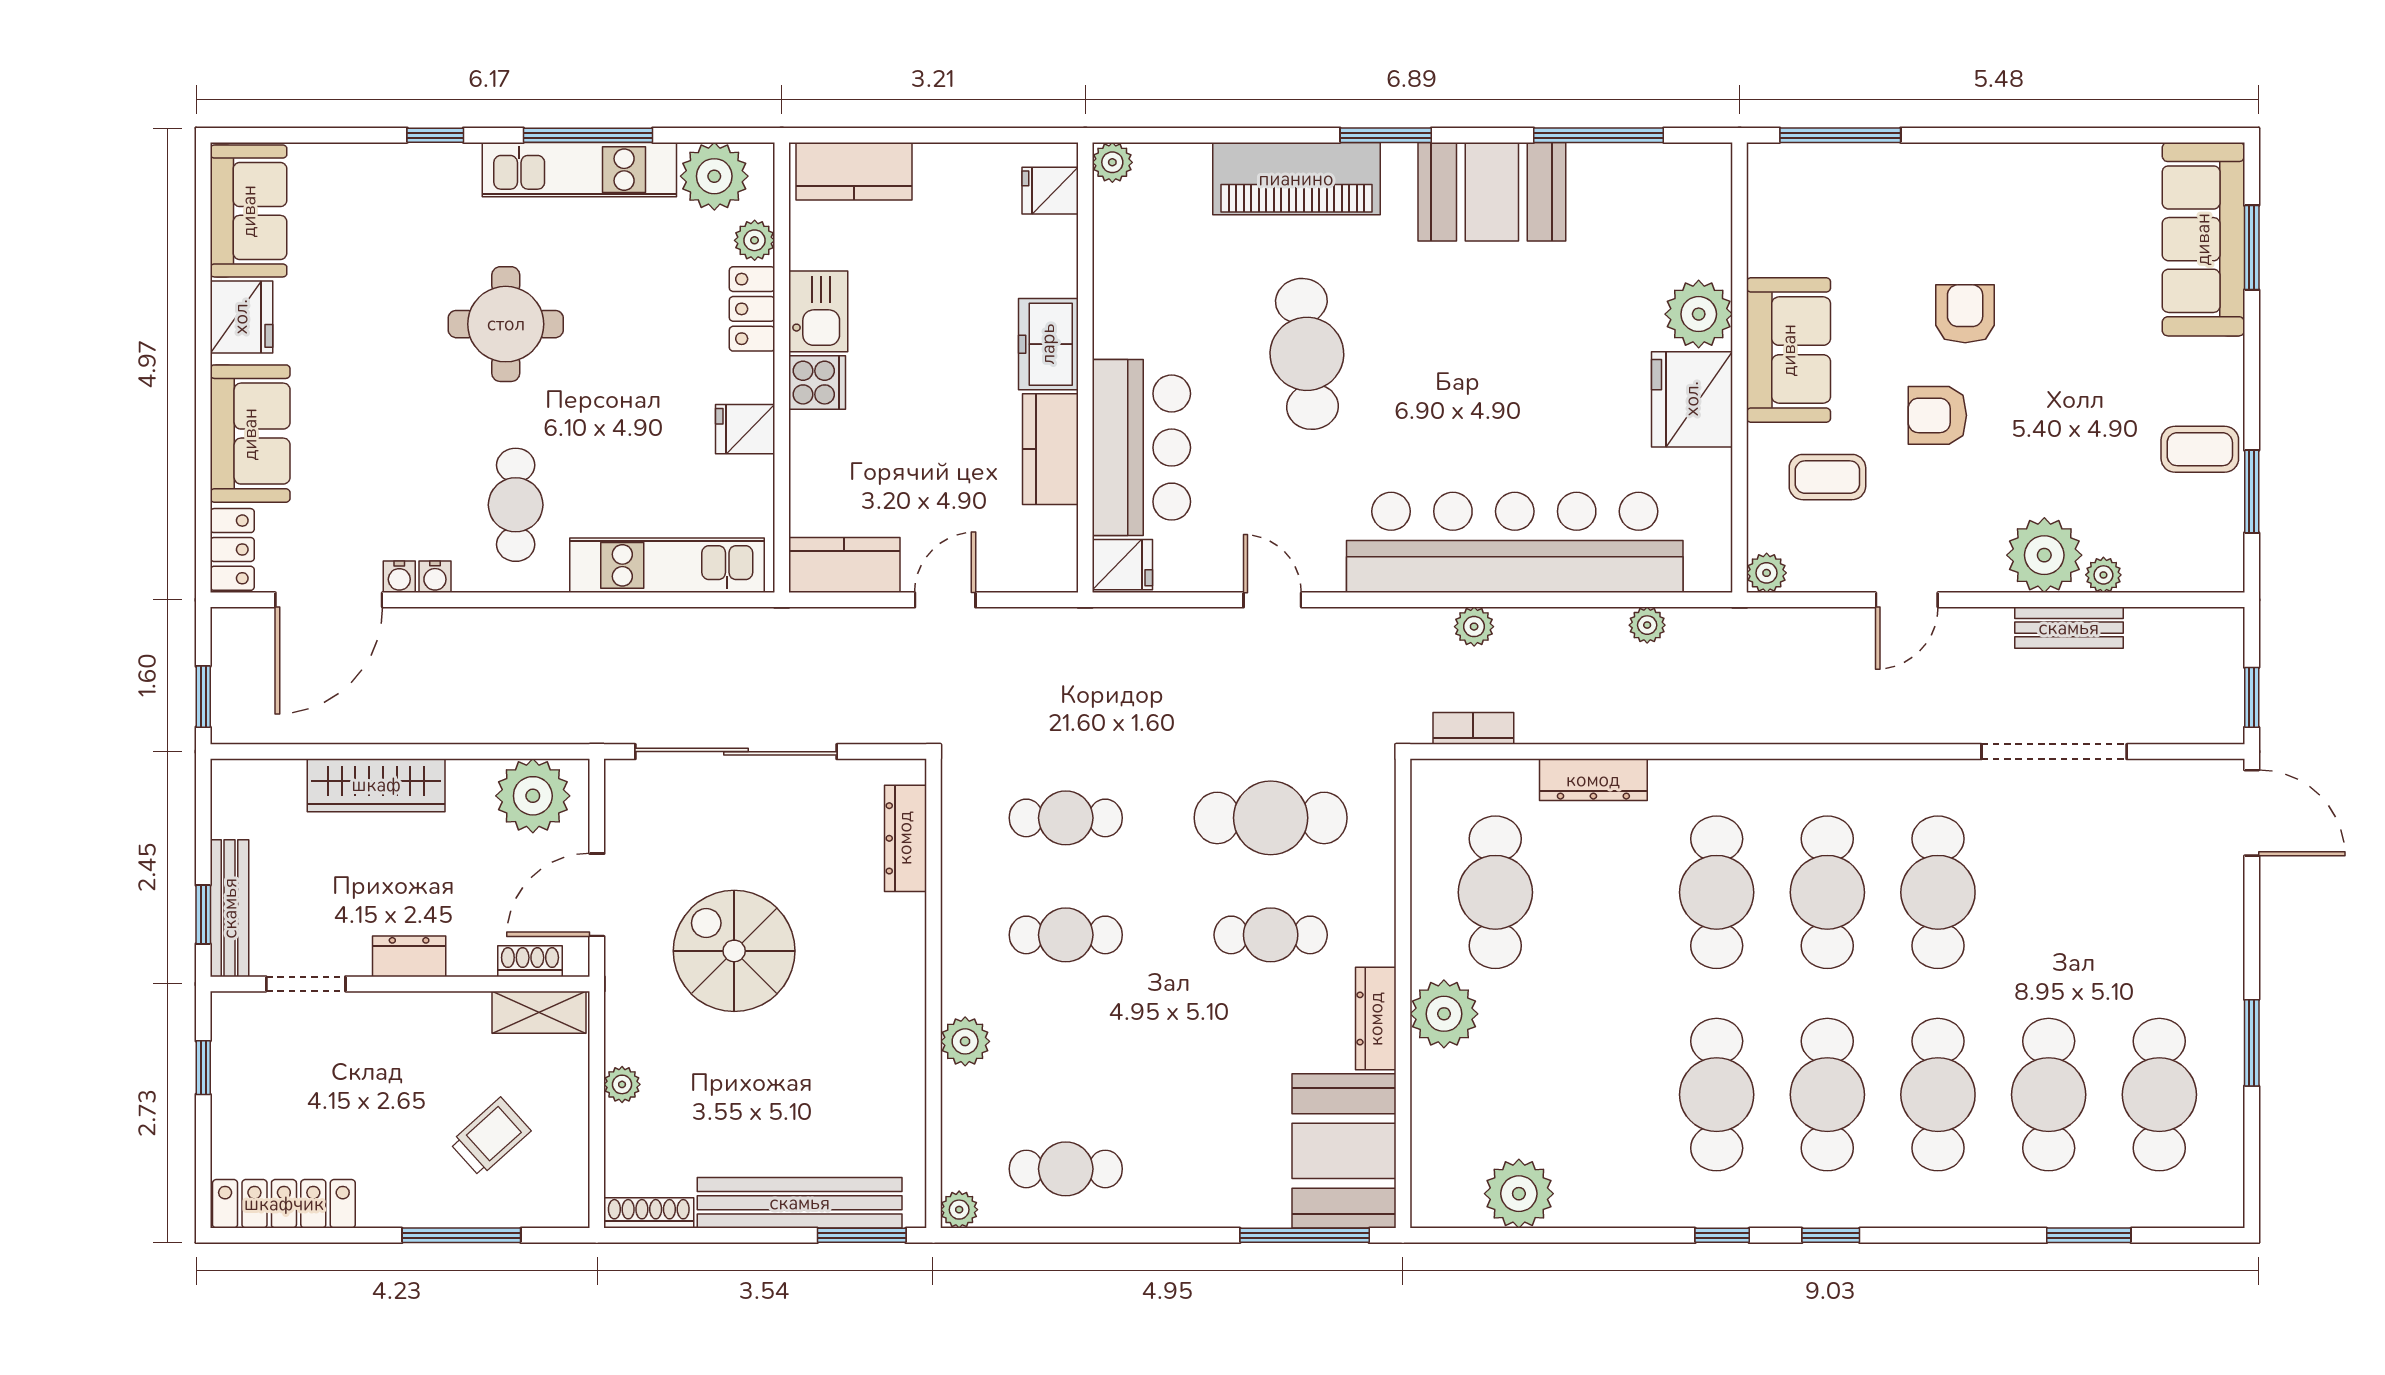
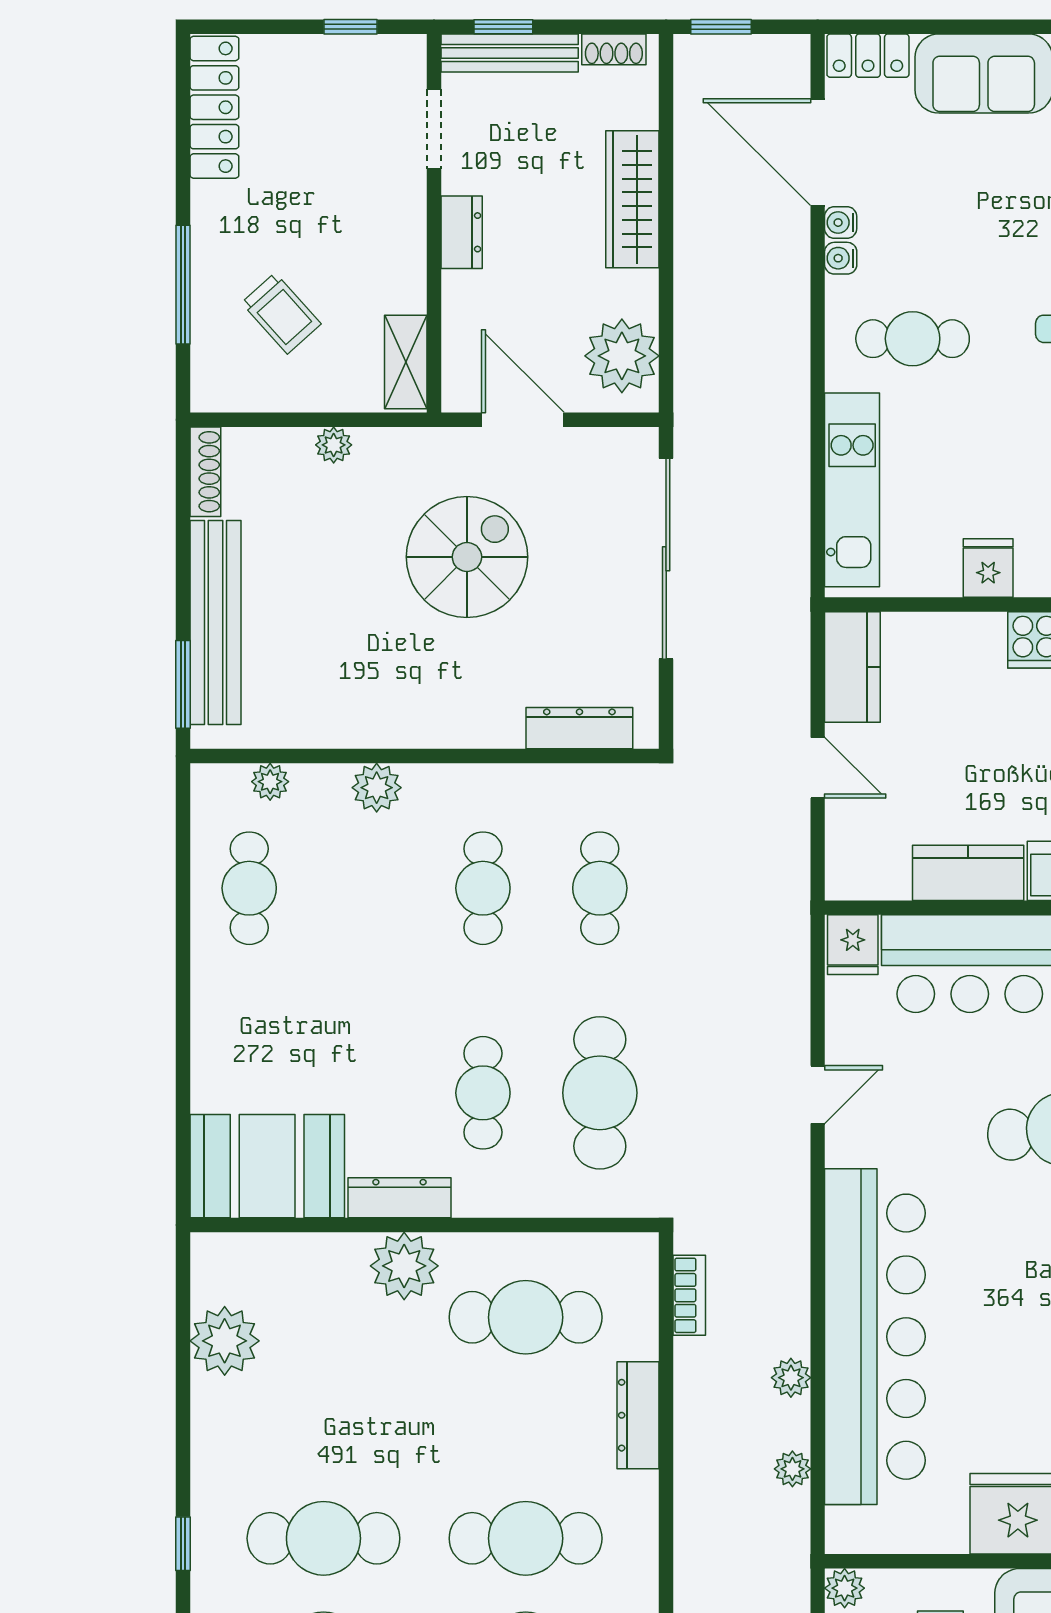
plant: (1474, 627) -> (791, 1378), moved
shoe rack: (530, 961) -> (614, 49), moved, turned 90
plant: (959, 1210) -> (270, 782), moved
window: (1305, 1235) -> (183, 1127), removed

